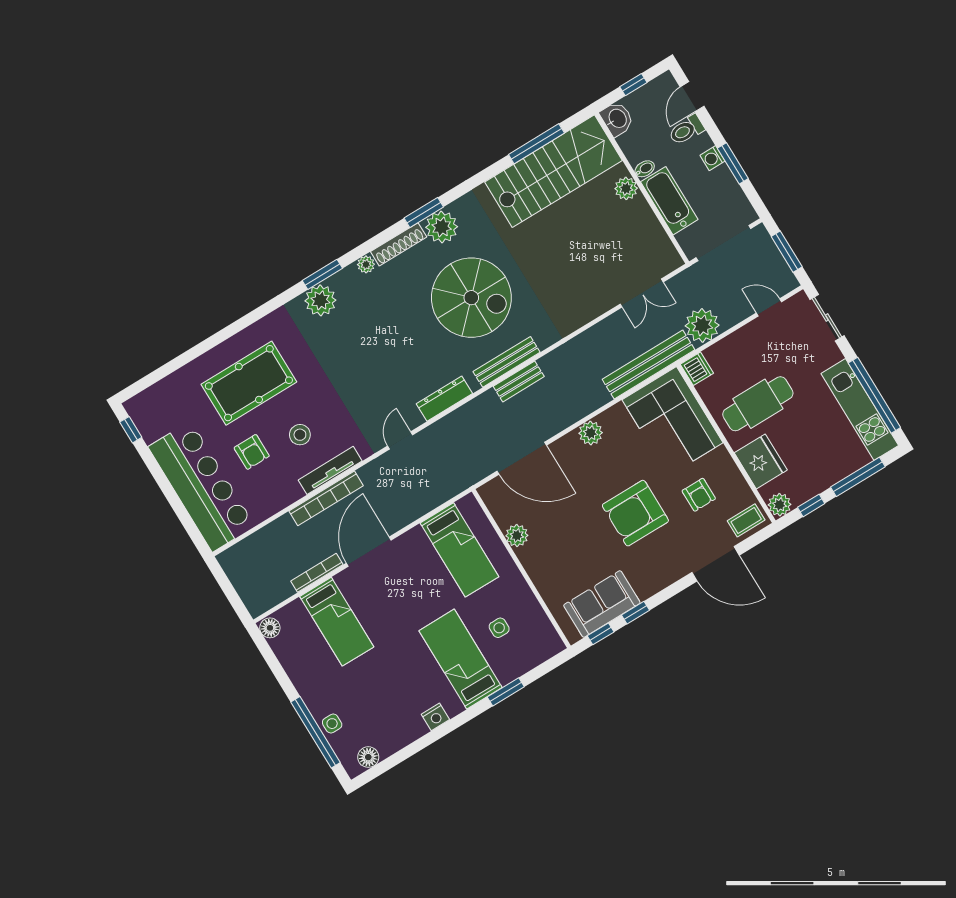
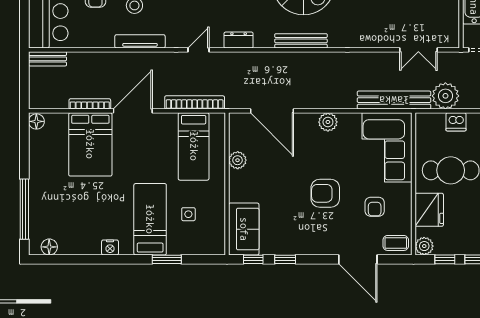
dishwasher: (697, 369) -> (456, 122), moved, turned 90
bench: (519, 381) -> (47, 59), moved
dresser: (444, 399) -> (239, 40), width x0.70
bookcase: (326, 498) -> (195, 102), moved, turned 180
armchair: (635, 513) -> (325, 193), width x0.73, depth x0.73
sofa: (602, 604) -> (244, 229), moved, turned 90
bed: (337, 622) -> (90, 144), width x1.50
side table: (332, 724) -> (39, 210), removed

